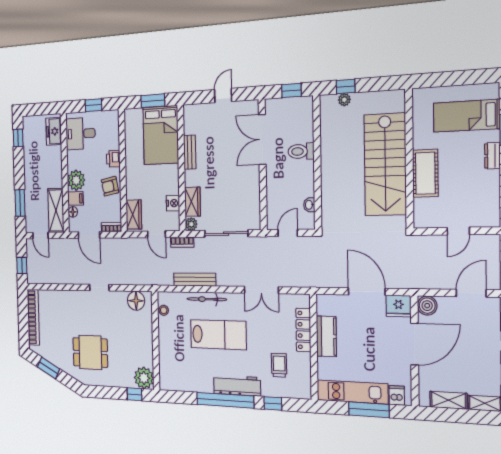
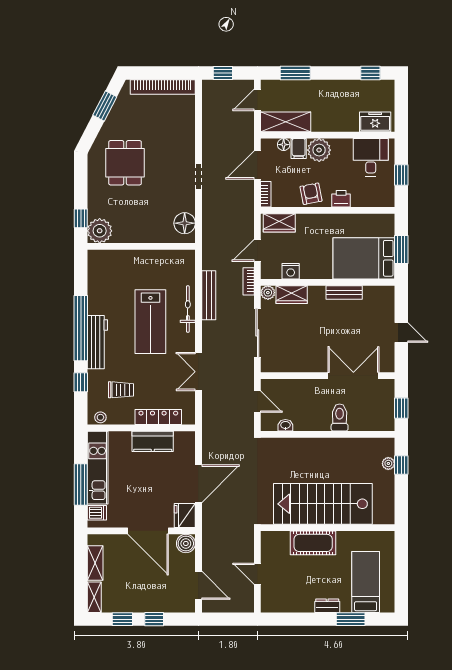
stool: (164, 310) -> (100, 417), moved

